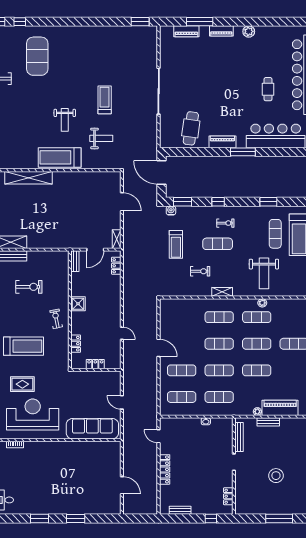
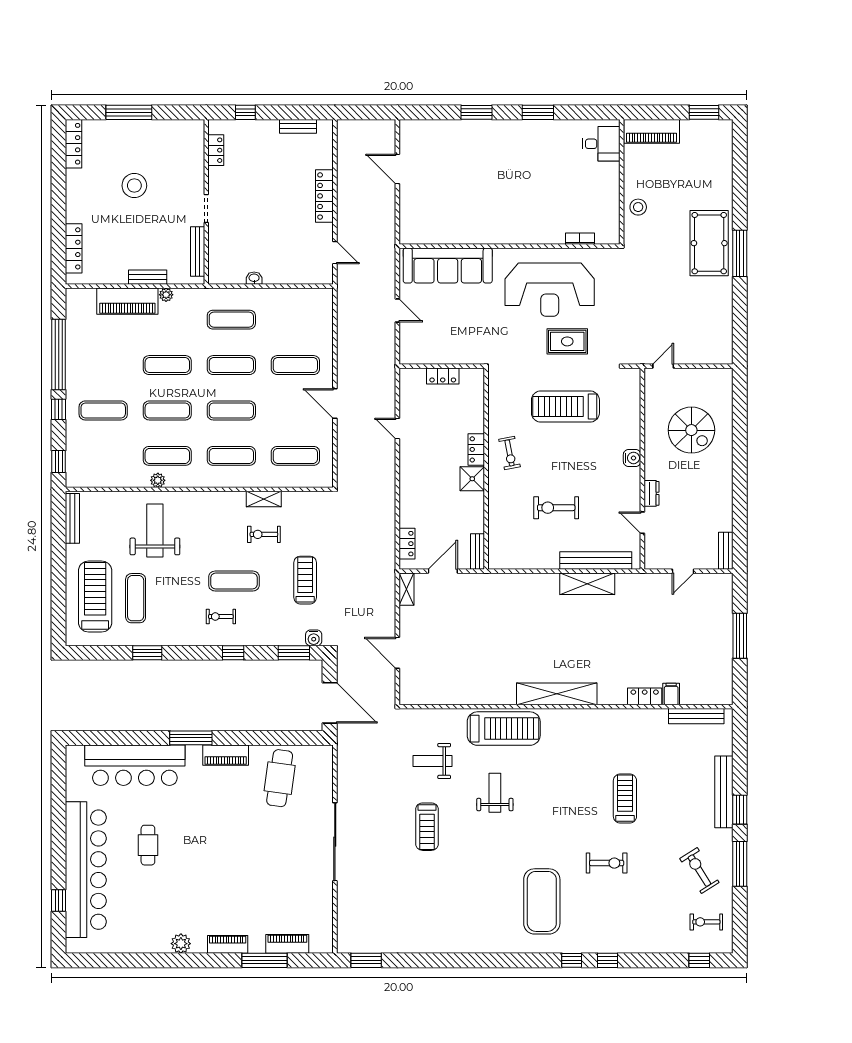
shelving: (222, 292) -> (264, 499), moved
locker: (76, 344) -> (476, 449), moved
exercise mat: (182, 397) -> (295, 456), moved

